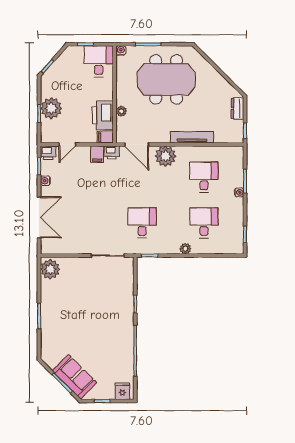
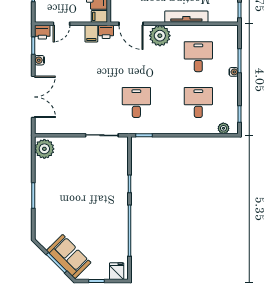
plant: (185, 249) -> (223, 128), moved

